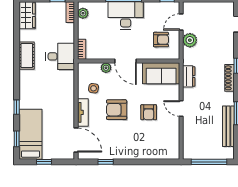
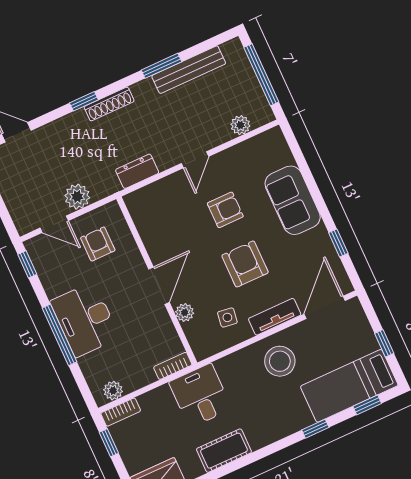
sofa: (161, 73) -> (293, 200), moved, turned 180
stool: (59, 105) -> (280, 361), added
armchair: (117, 110) -> (245, 264), turned 180
plant: (188, 140) -> (240, 125), added

